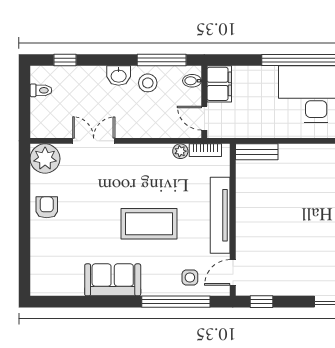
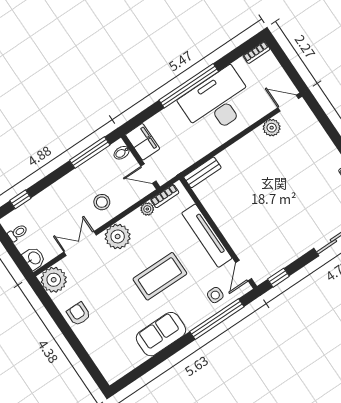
washbasin: (119, 76) -> (34, 258), moved, turned -90
stool: (148, 83) -> (102, 202), moved
plant: (134, 158) -> (118, 236), added

